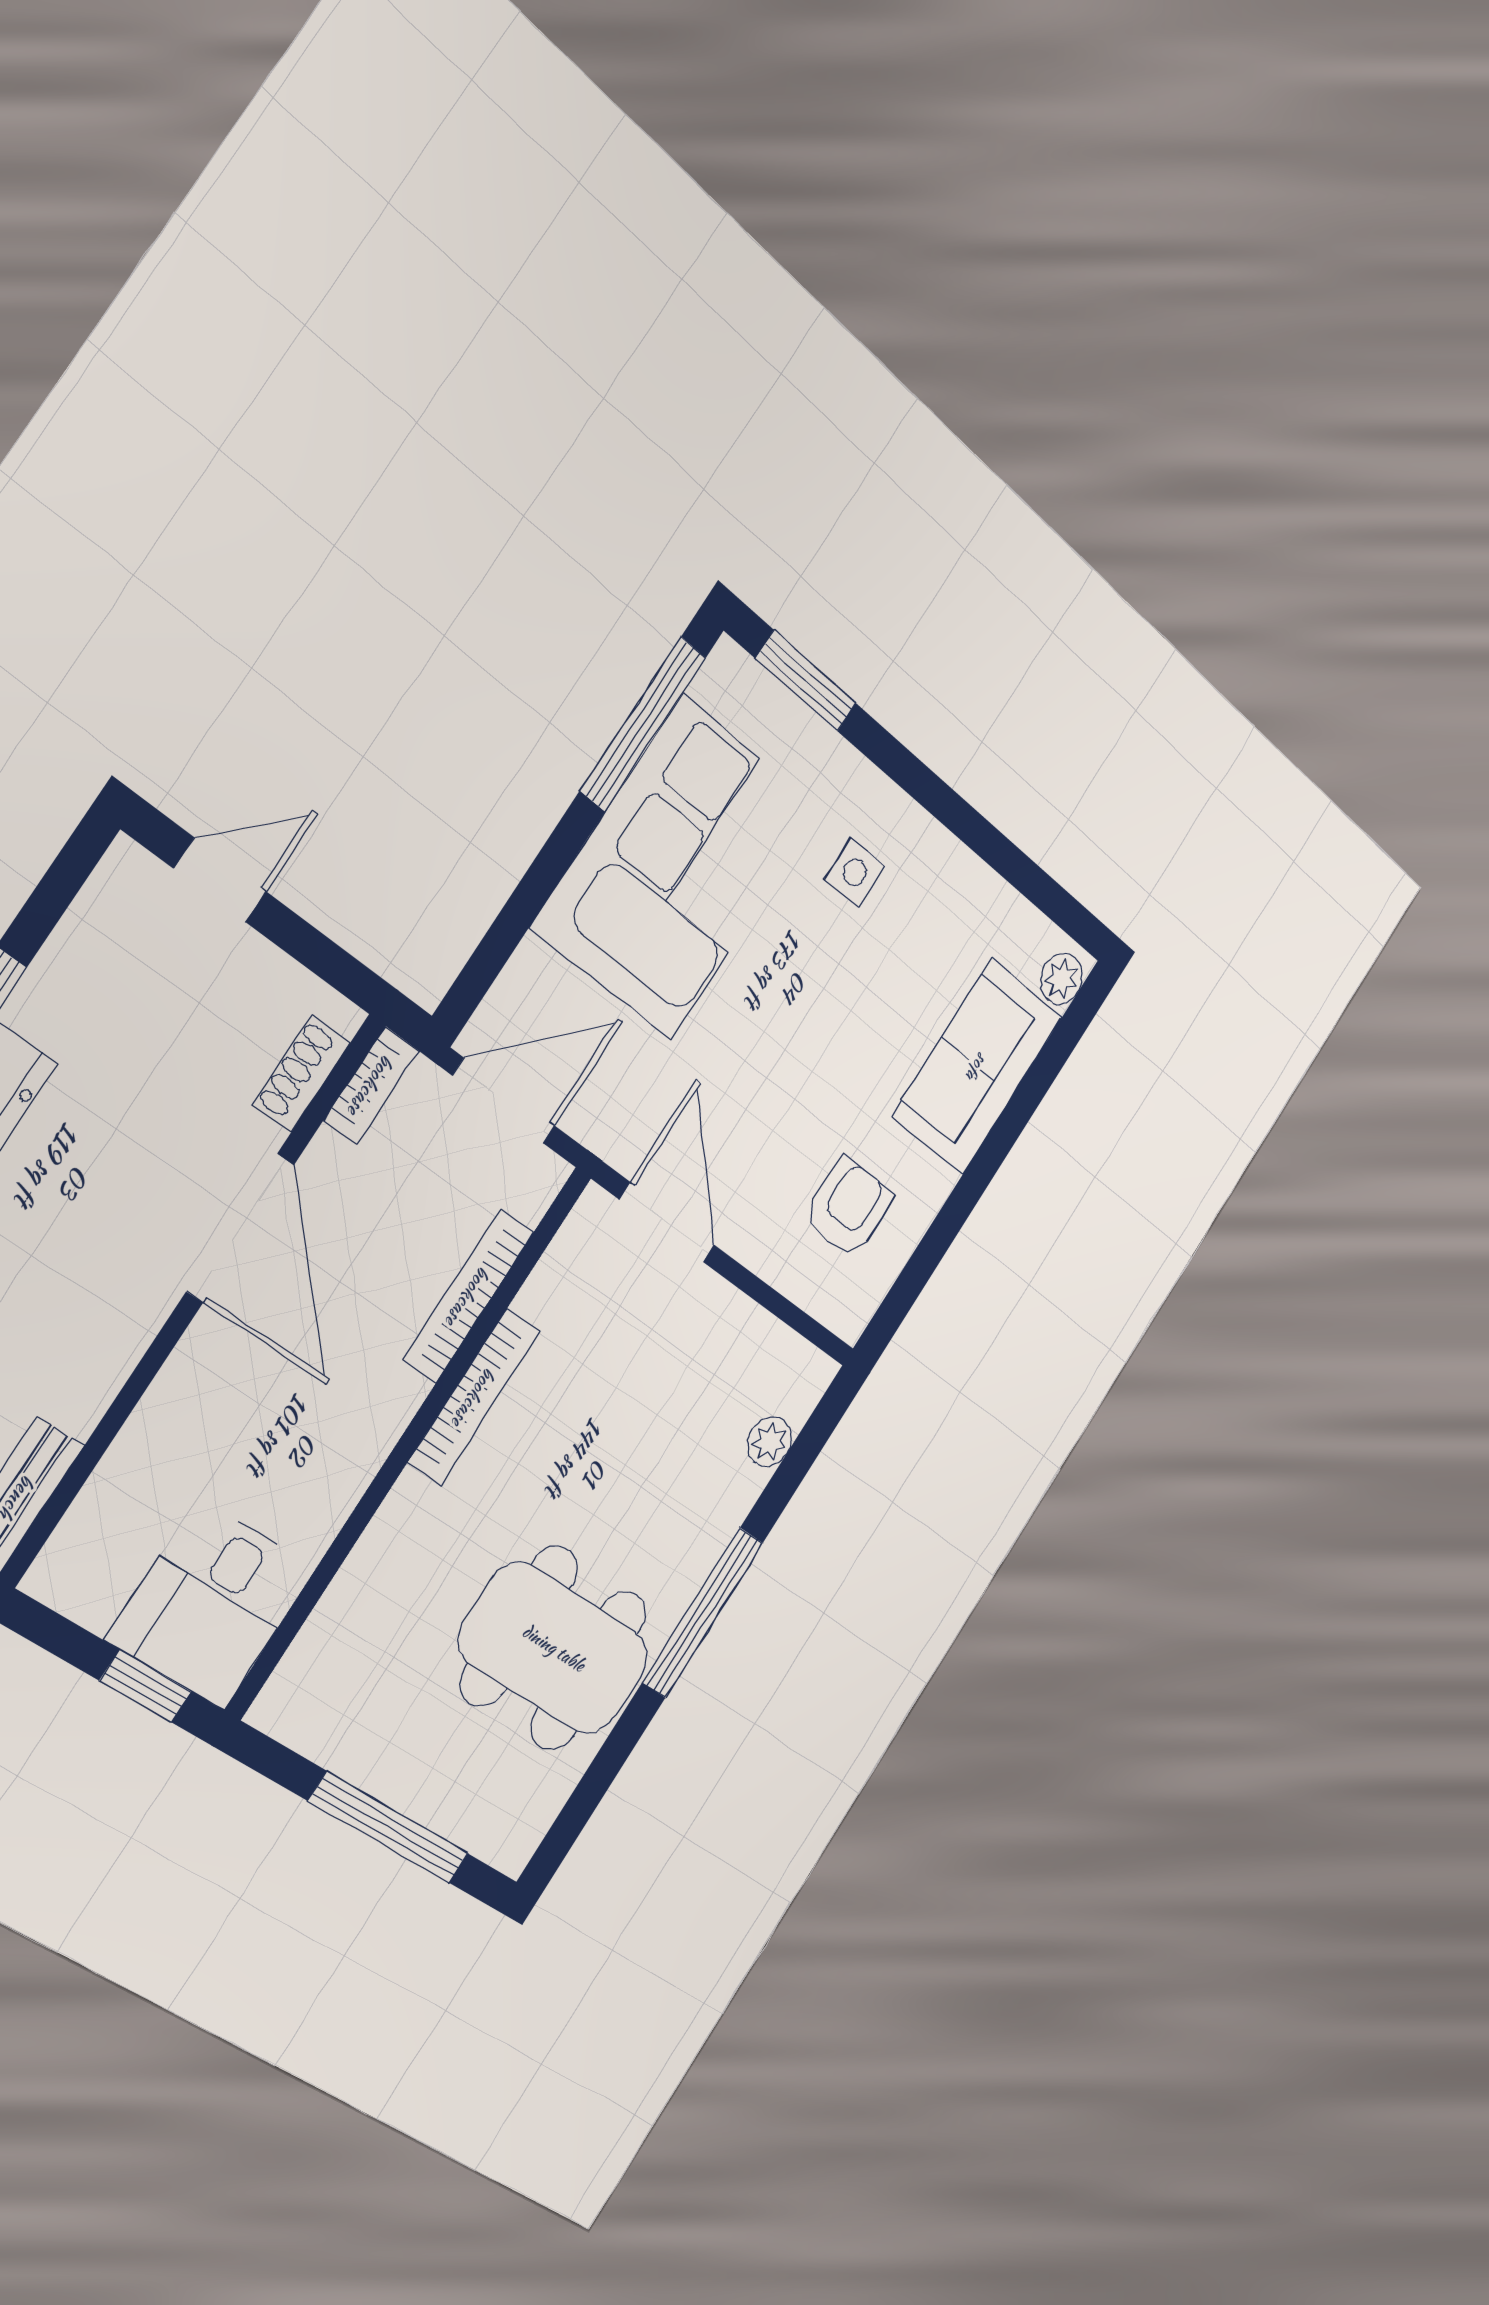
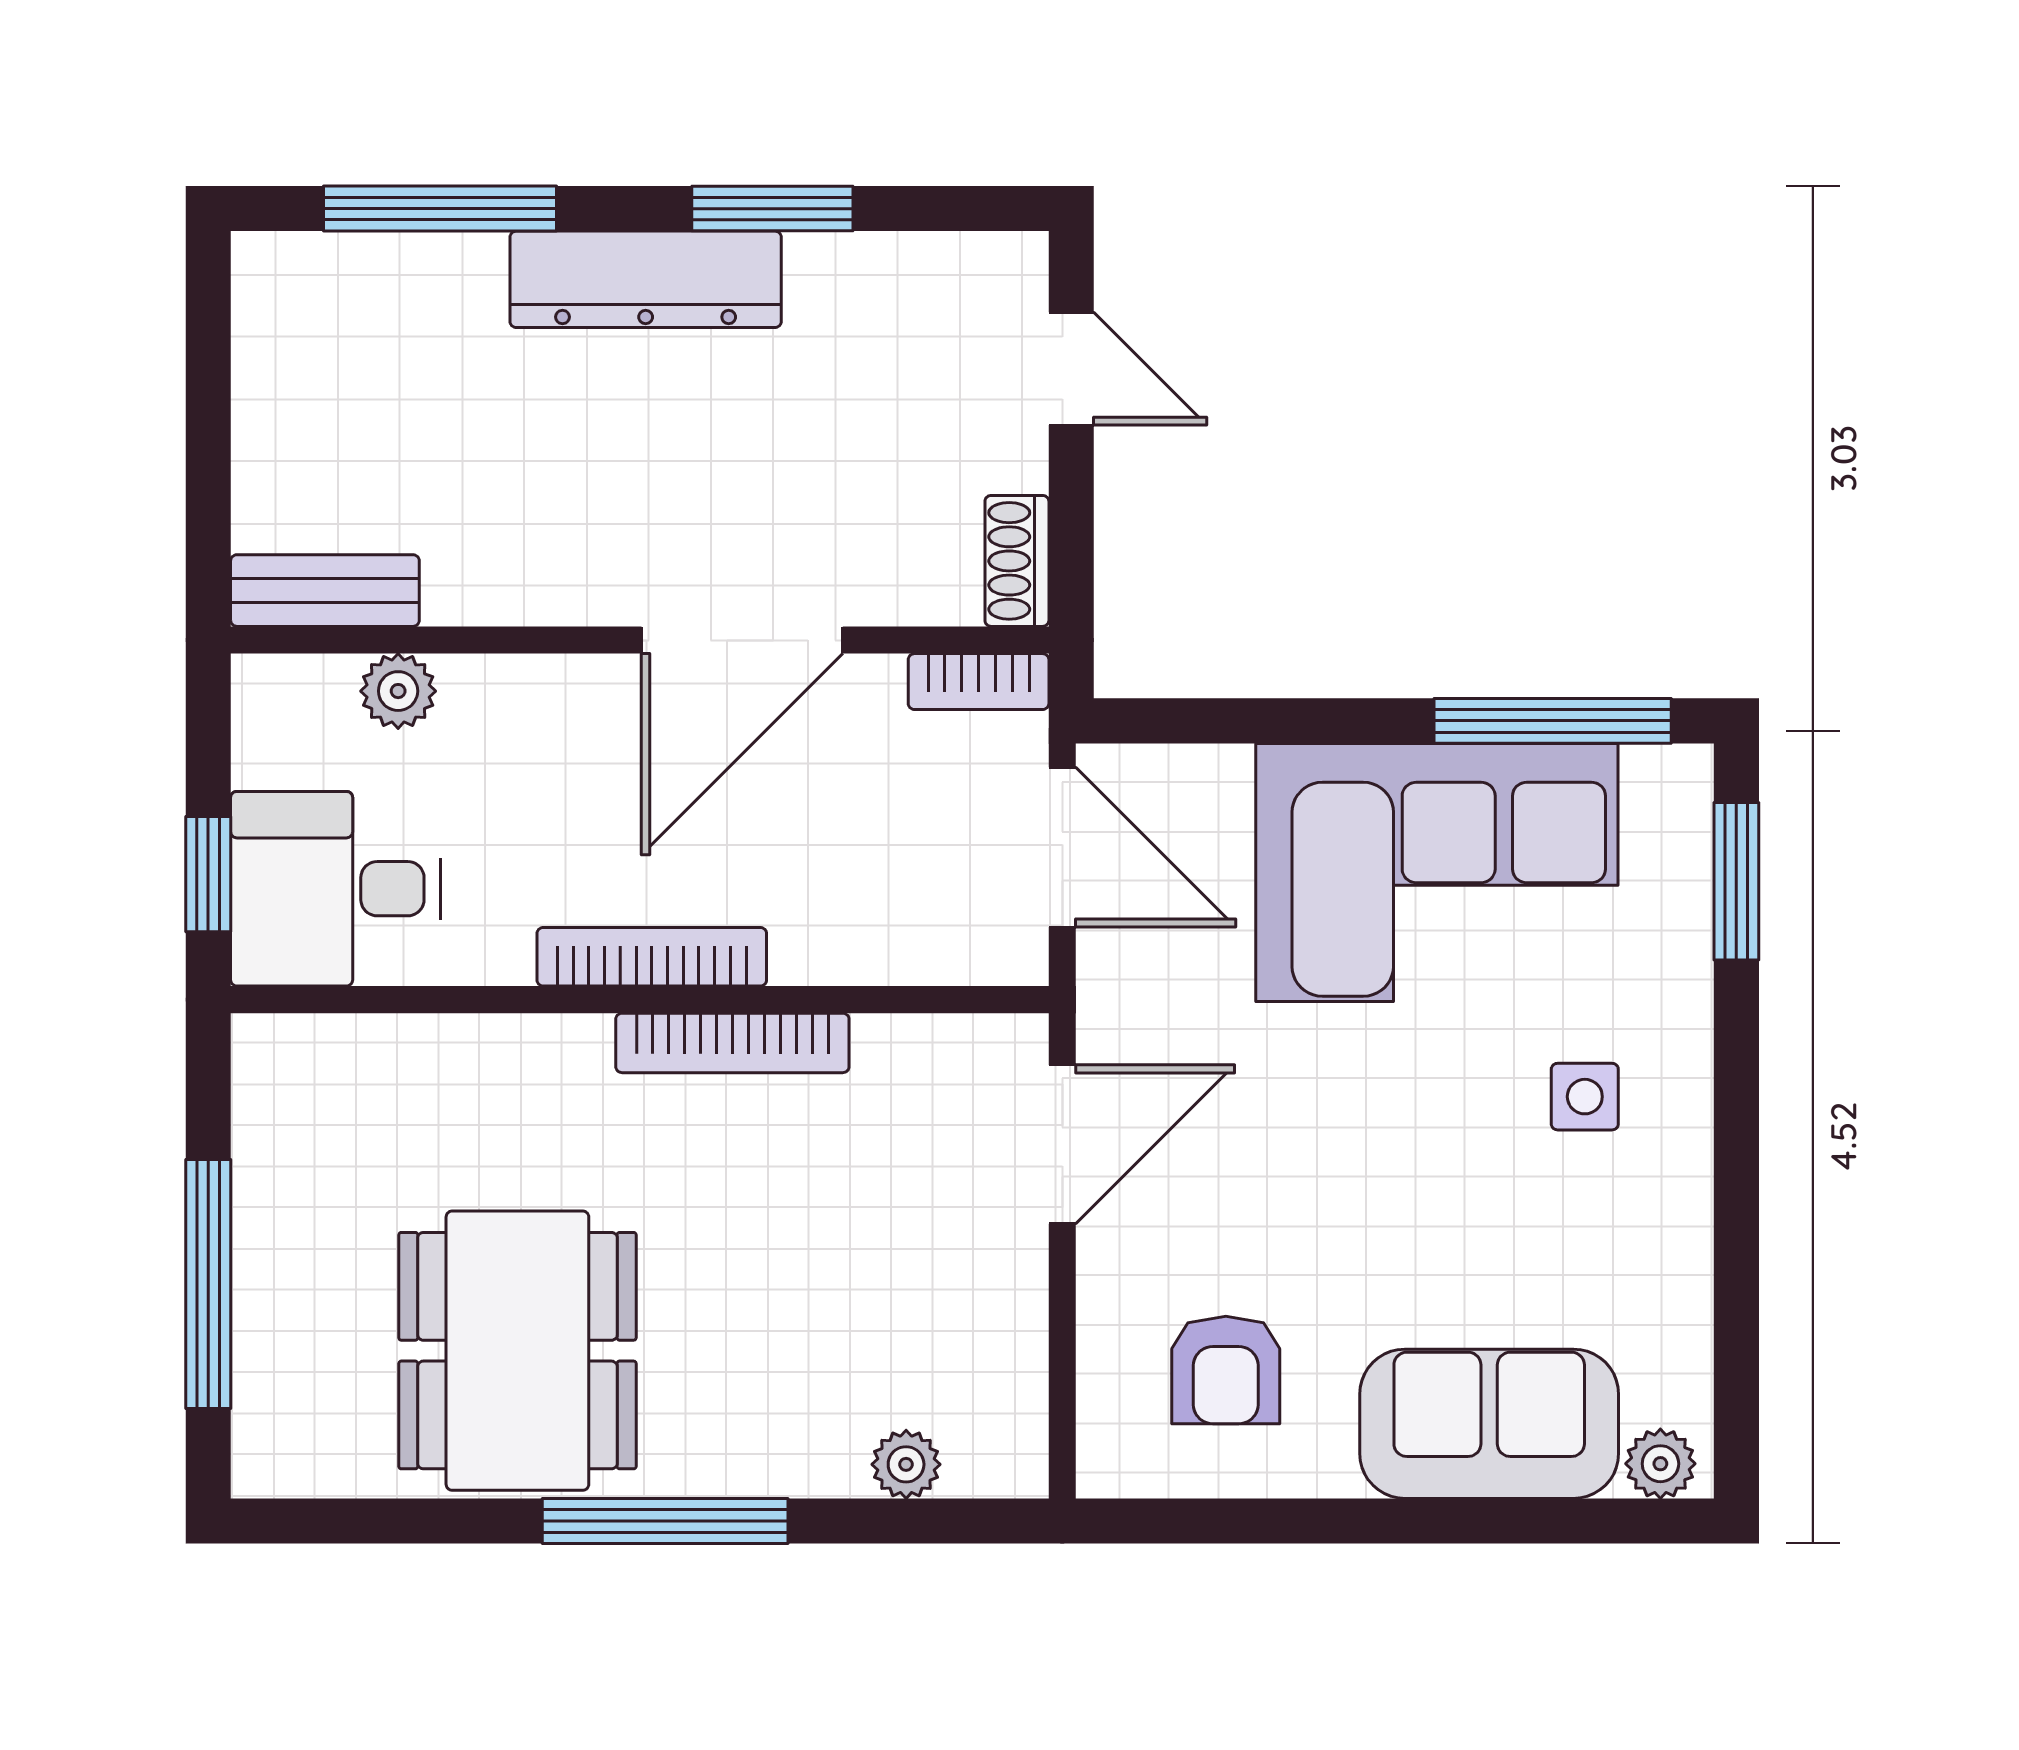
shoe rack: (301, 1074) -> (1017, 561), moved, turned -90
armchair: (849, 1208) -> (1226, 1370), turned 90
bookcase: (468, 1296) -> (652, 957), moved
plant: (116, 1486) -> (398, 691), added

